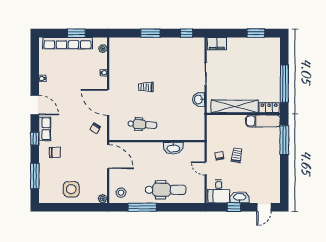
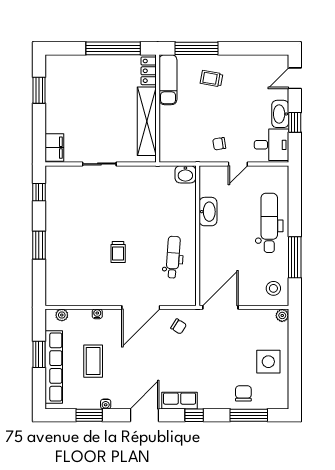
window: (35, 67) -> (89, 415), added
coffee table: (72, 70) -> (93, 361), added
washbasin: (199, 100) -> (185, 174), moved
chair: (55, 152) -> (243, 393), moved
trolley: (237, 155) -> (211, 79), moved
door: (264, 207) -> (295, 78), swing flipped

